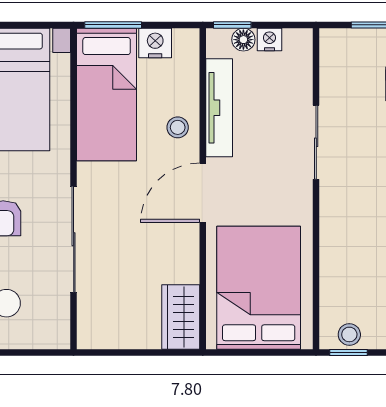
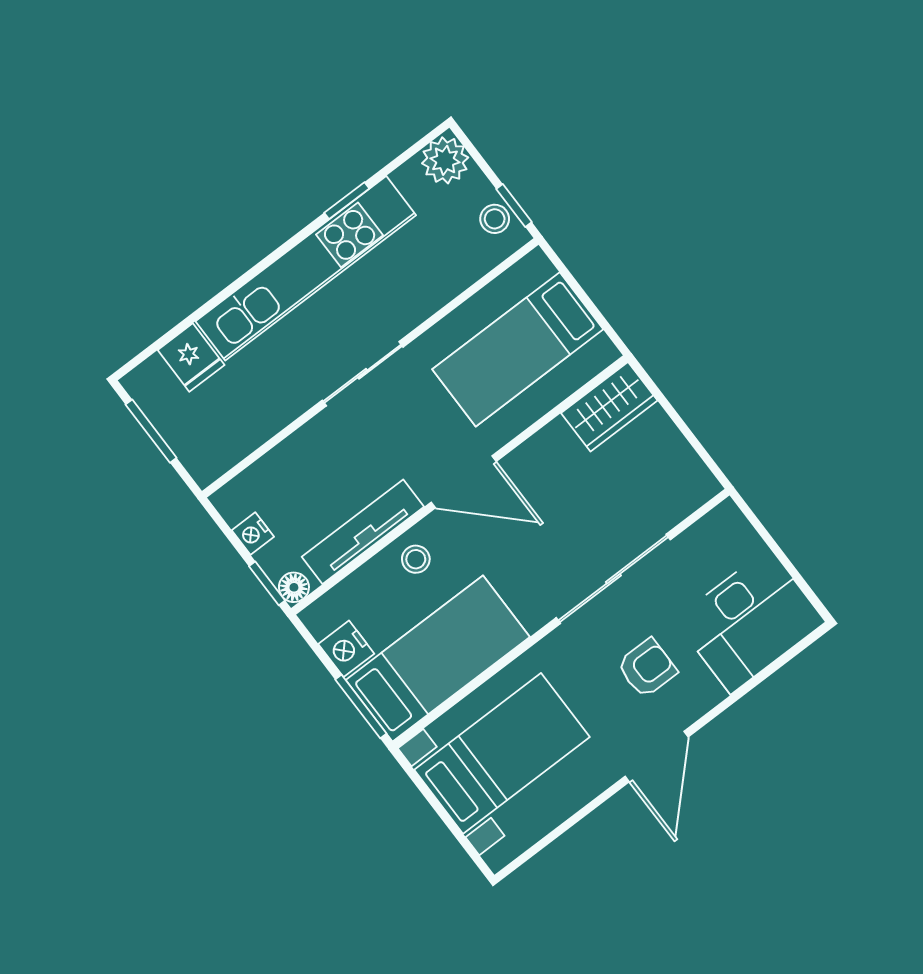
floor lamp: (243, 40) -> (294, 587), moved
sliding door: (316, 142) -> (363, 374), moved
bed: (259, 288) -> (518, 349), width x0.67

